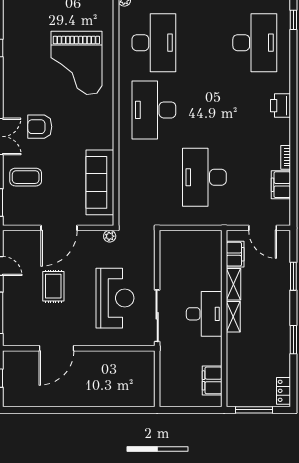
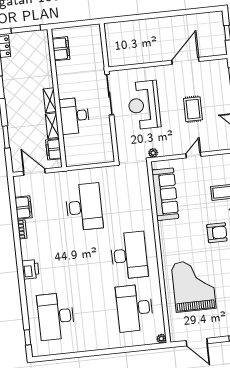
door: (59, 228) -> (193, 155), width x0.53
desk: (204, 314) -> (74, 116), moved

